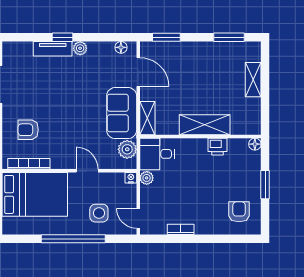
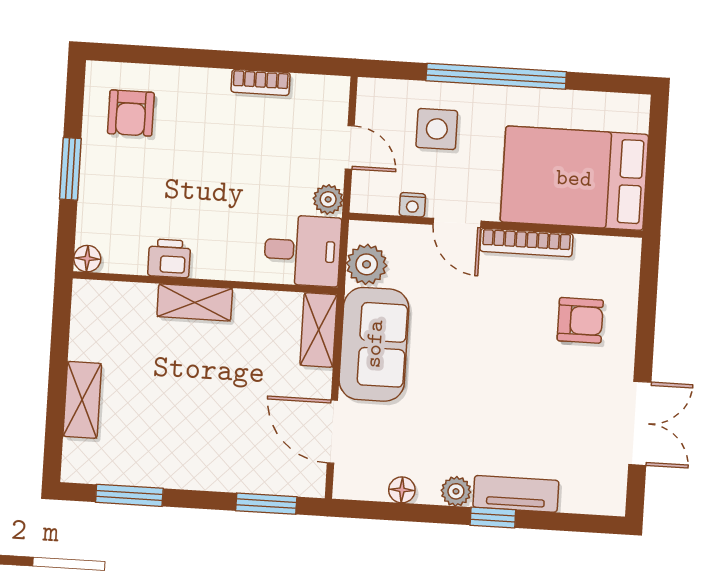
floor lamp: (121, 47) -> (402, 490), moved
shelving: (205, 125) -> (195, 302), width x0.67, depth x0.75
bookcase: (29, 164) -> (526, 242), moved
nightstand: (131, 178) -> (412, 205), moved
door: (138, 218) -> (350, 147), moved

